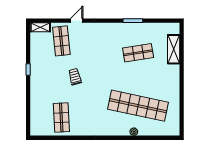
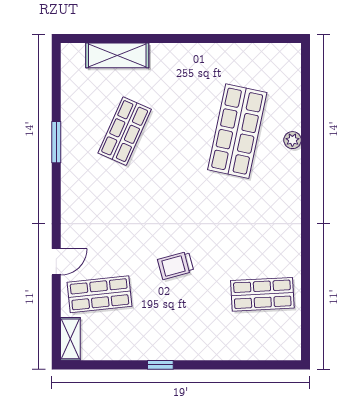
door: (77, 21) -> (56, 262), swing flipped
shop shelf: (138, 53) -> (125, 131), turned 33
shop shelf: (138, 106) -> (237, 131), width x0.71

